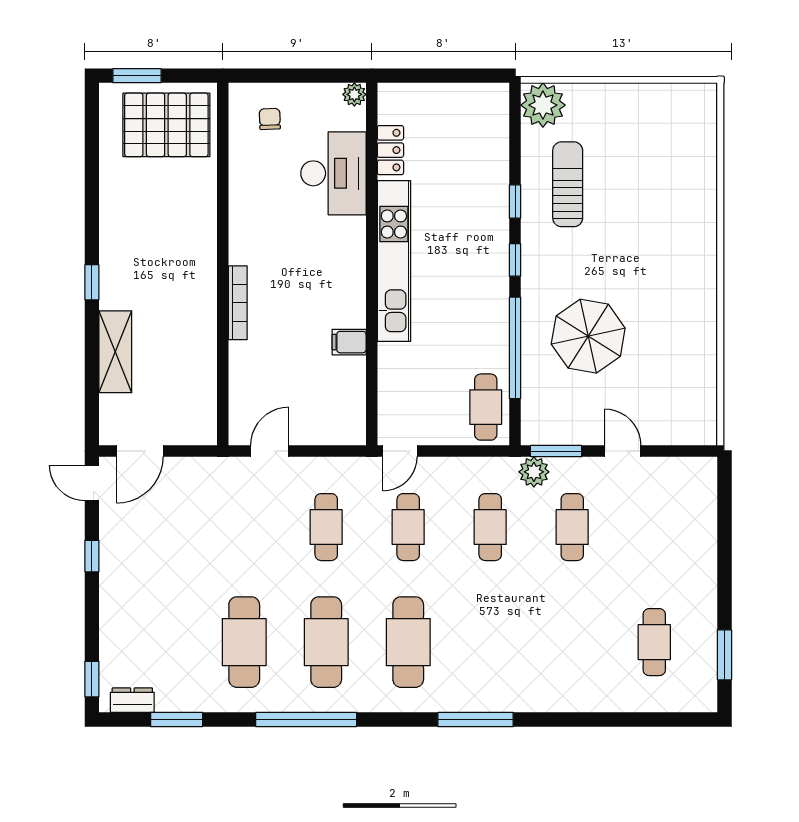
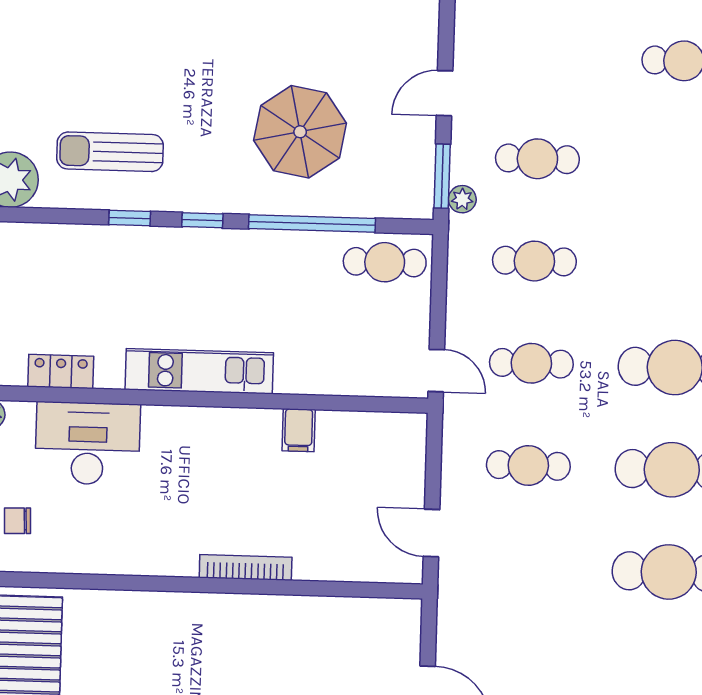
kitchen unit: (394, 261) -> (199, 371), width x0.73
plant: (534, 472) -> (462, 199), width x0.73, depth x0.73

